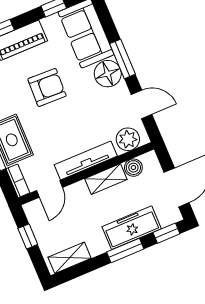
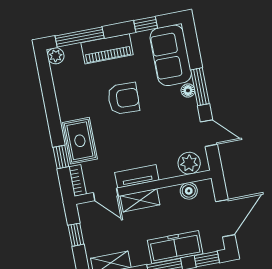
floor lamp: (108, 74) -> (188, 91), width x0.53, depth x0.53
tv unit: (86, 160) -> (137, 176), width x0.71
shelving: (106, 179) -> (140, 200), moved
door: (50, 189) -> (106, 194), hinge flipped

